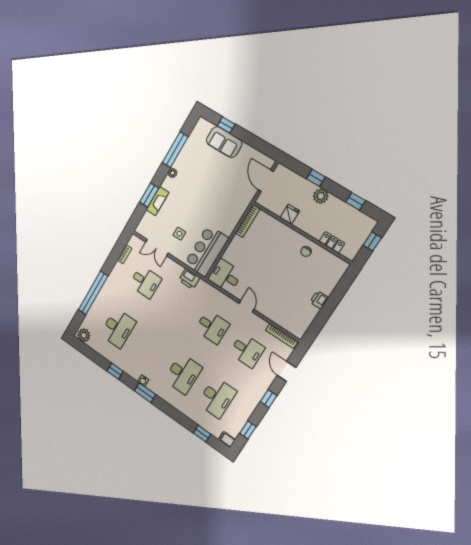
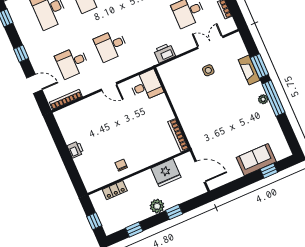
window: (175, 150) -> (274, 98), moved
fridge: (290, 214) -> (166, 173), width x1.88, depth x1.34
bar counter: (206, 251) -> (177, 84), removed

